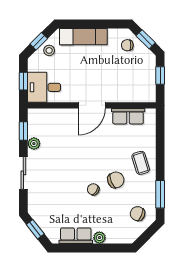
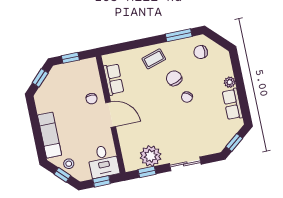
chair: (127, 45) -> (92, 99), moved
plant: (34, 144) -> (151, 156), width x1.88, depth x1.88
chair: (138, 214) -> (201, 52), turned 67

